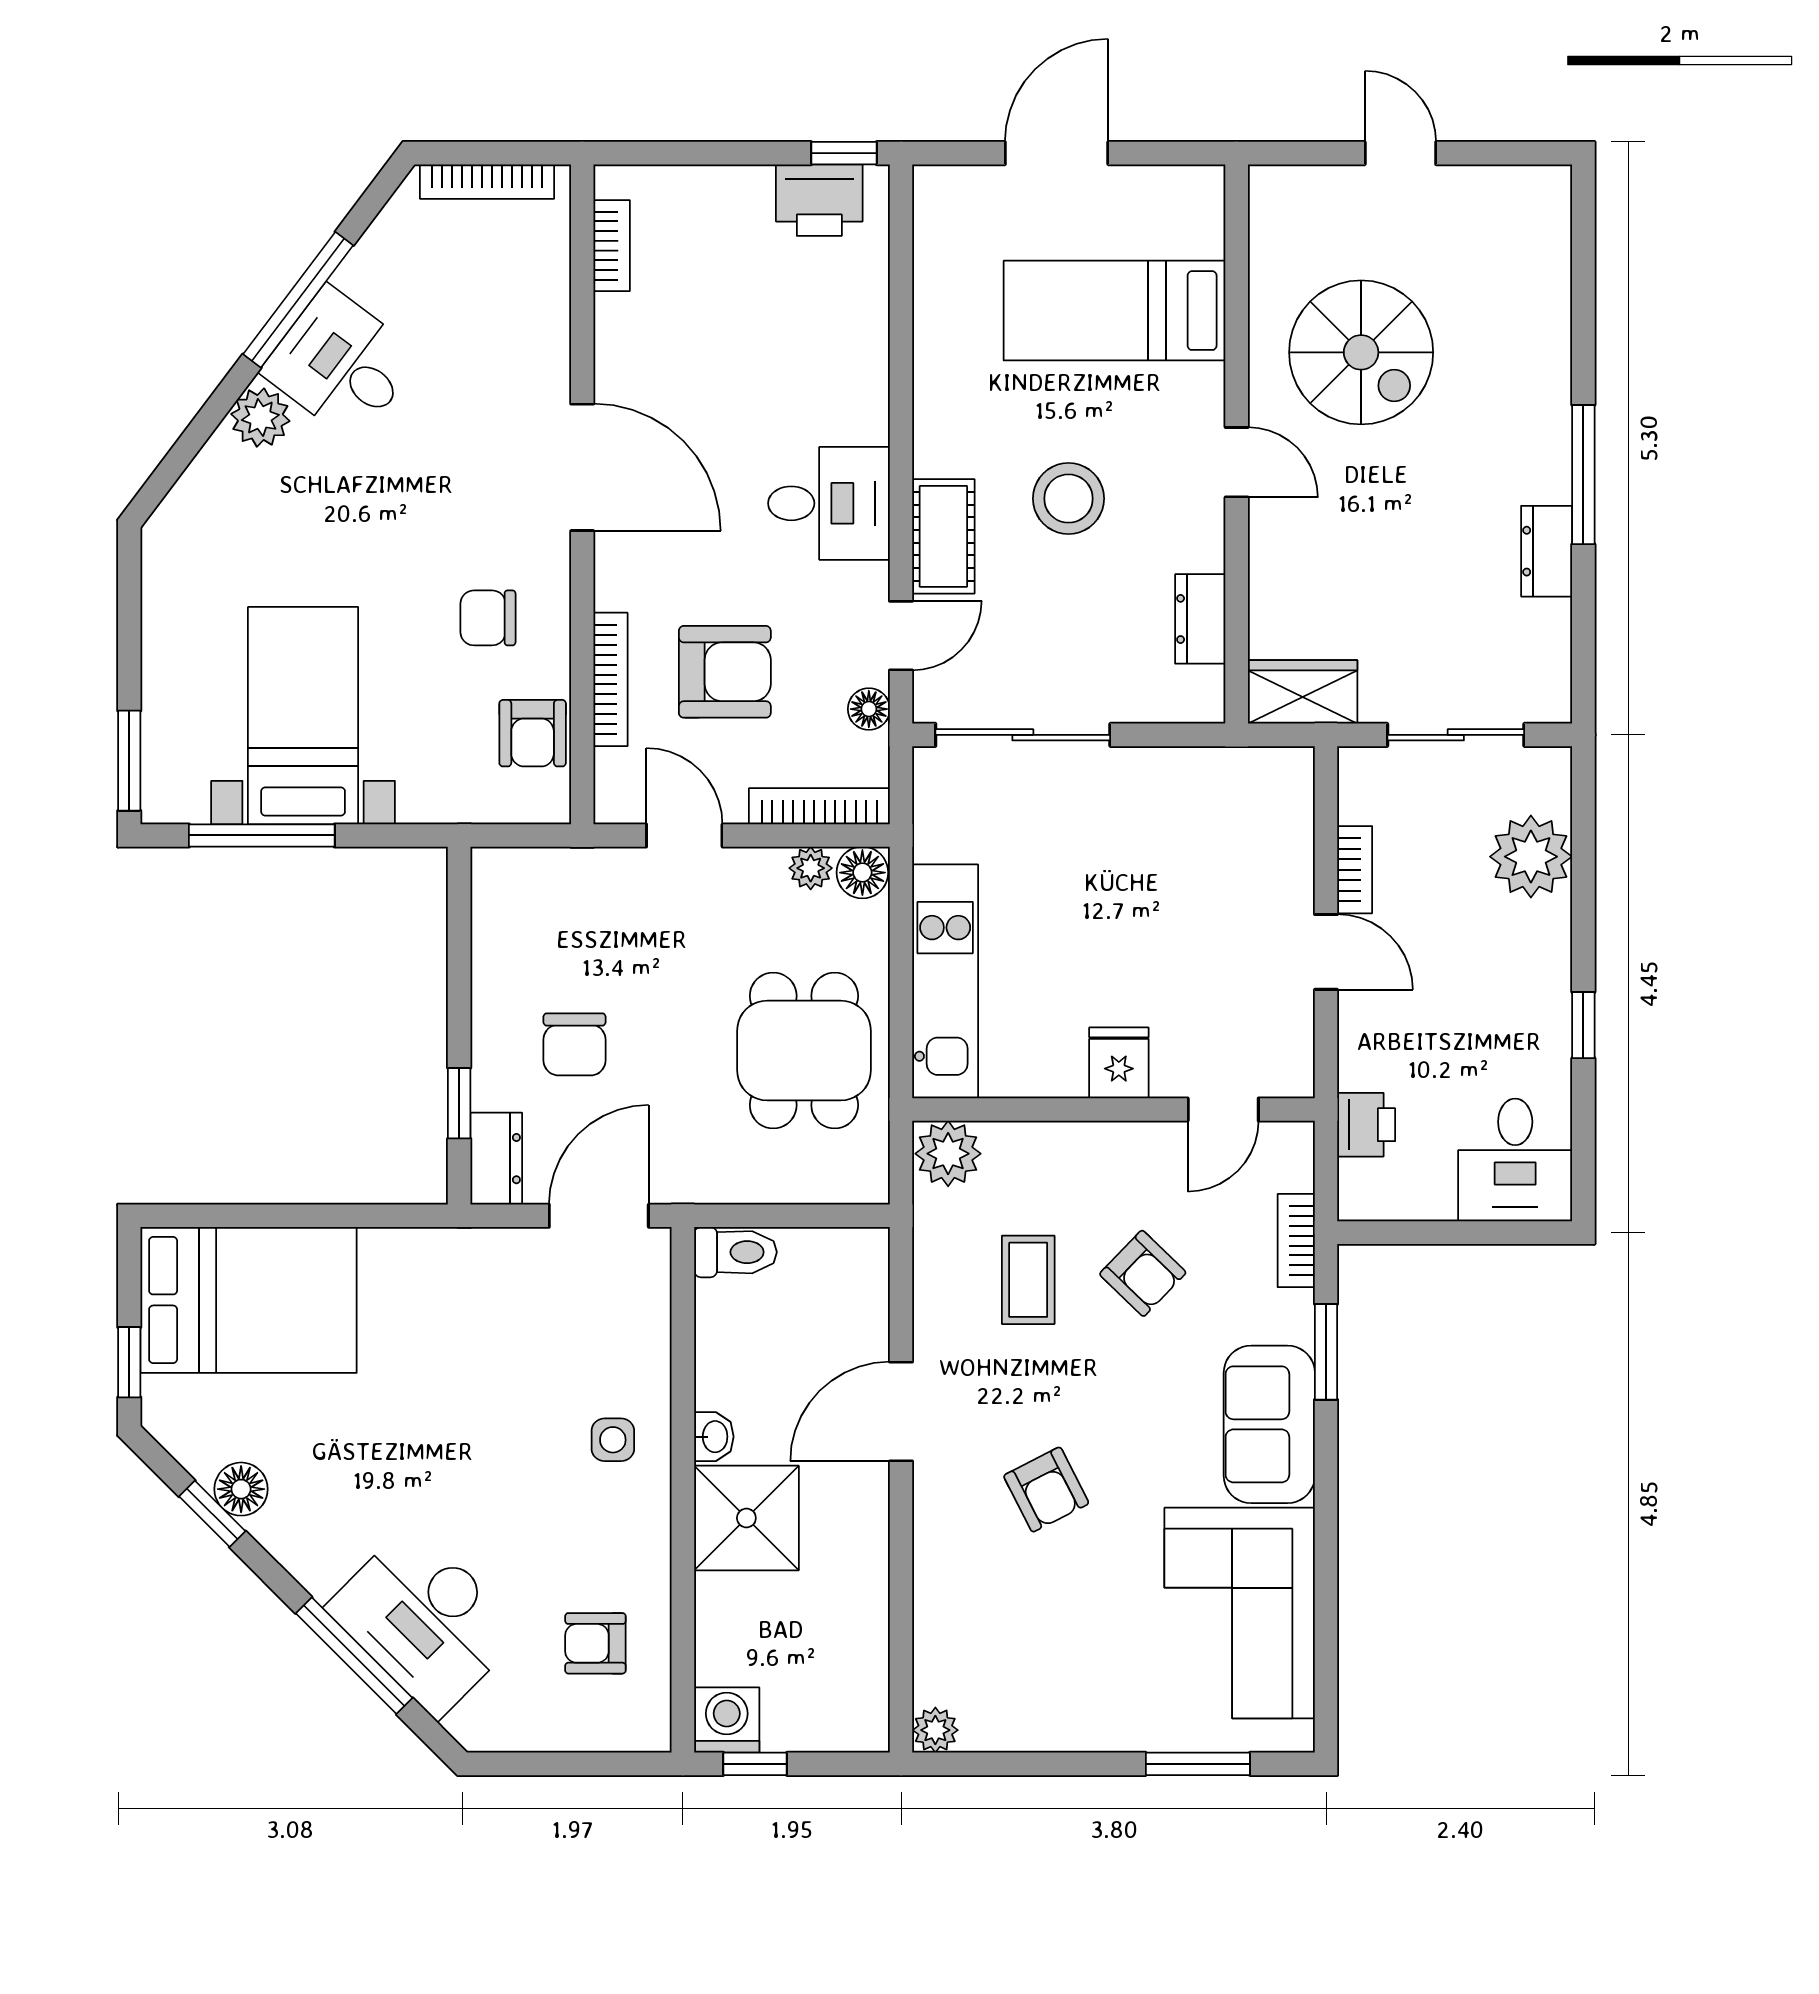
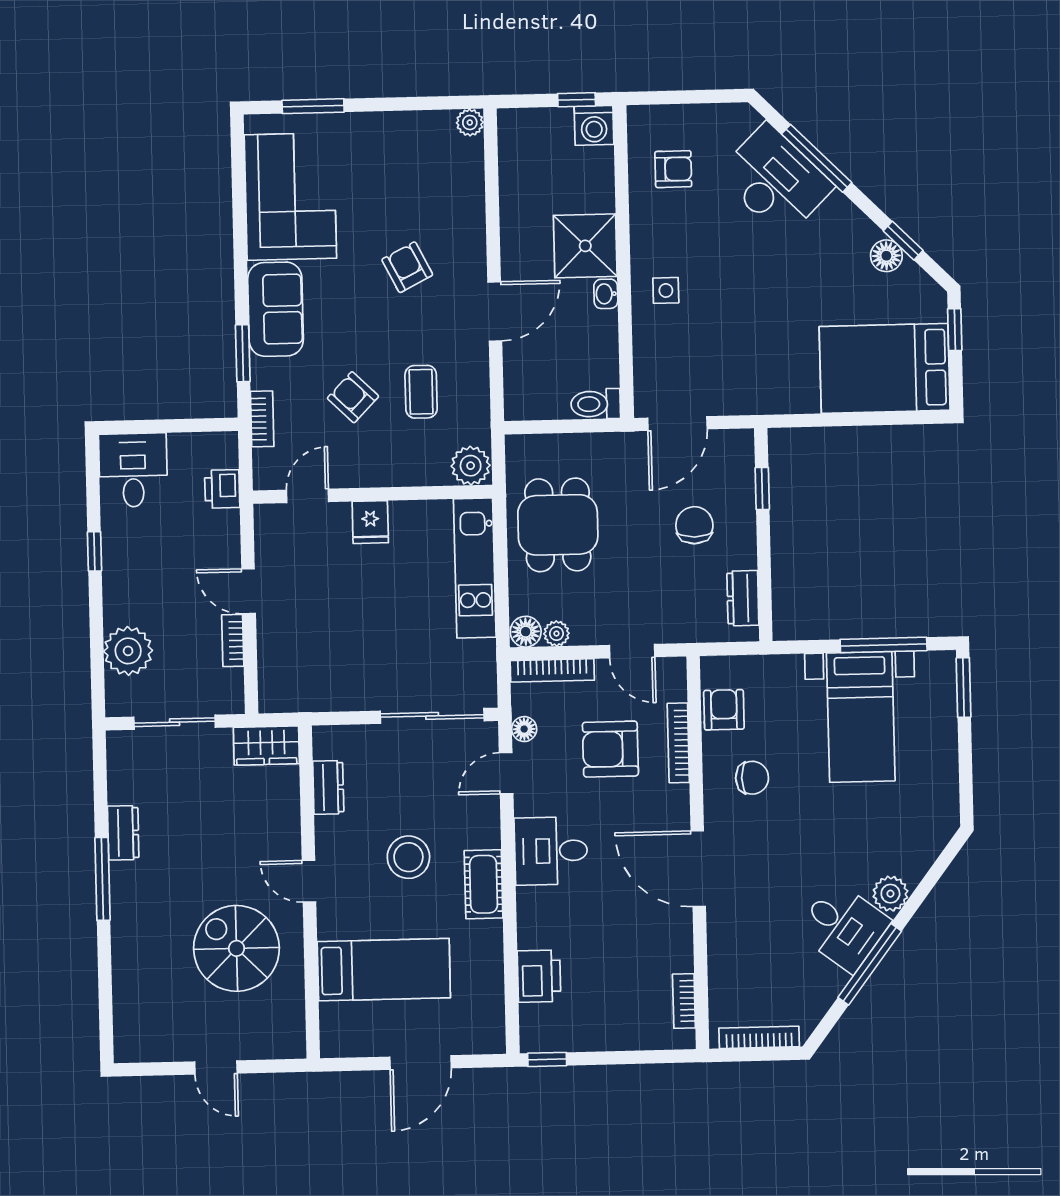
printer: (819, 200) -> (539, 976), moved, turned 90
cot: (943, 536) -> (484, 884), moved
dresser: (496, 1159) -> (743, 598), moved

